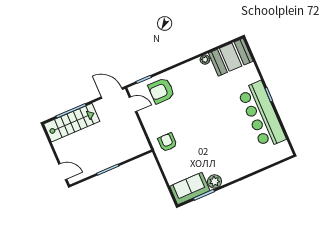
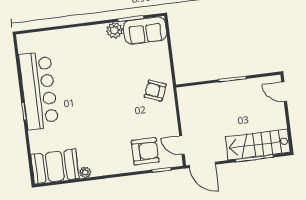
armchair: (167, 142) -> (155, 91), turned 112

